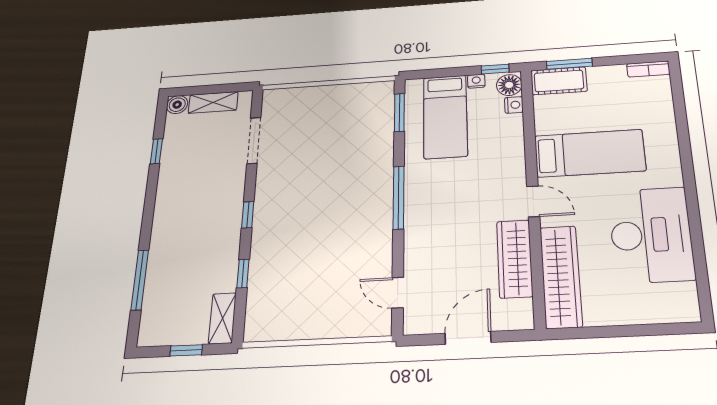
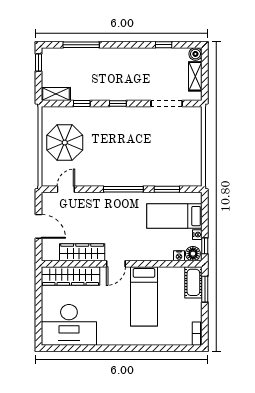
window: (399, 112) -> (167, 189), moved
desk: (651, 235) -> (69, 325), moved
parasol: (311, 299) -> (65, 143), added
window: (186, 350) -> (39, 63), moved

